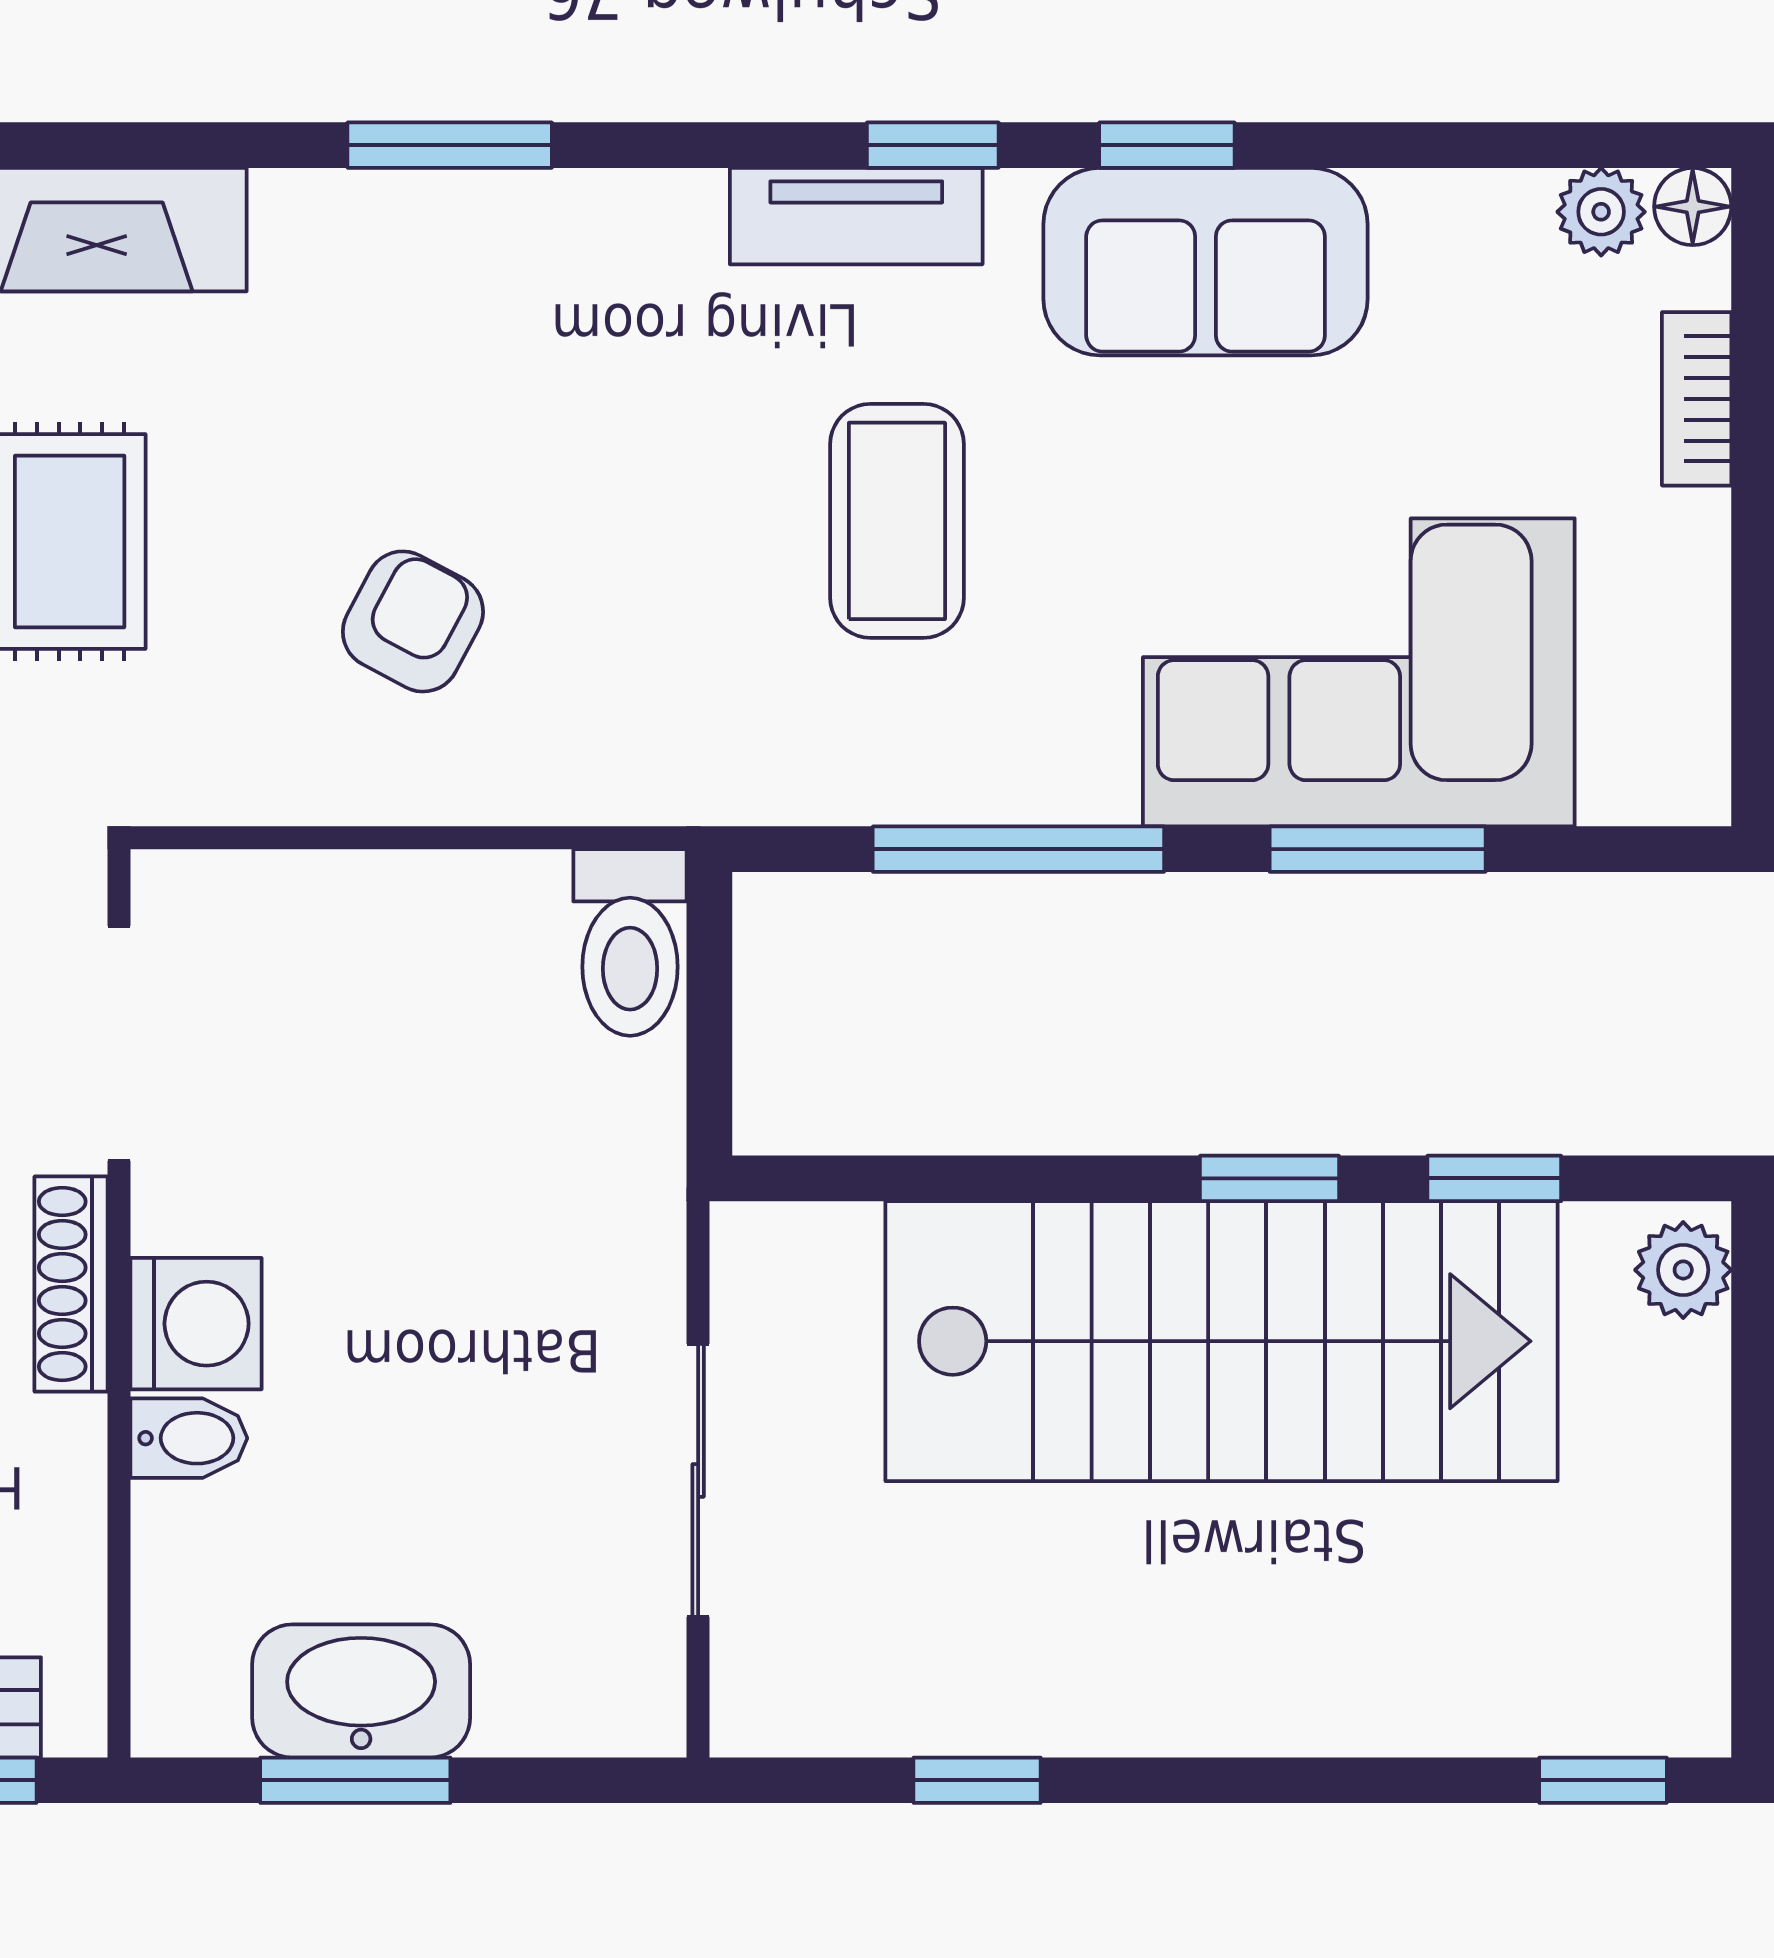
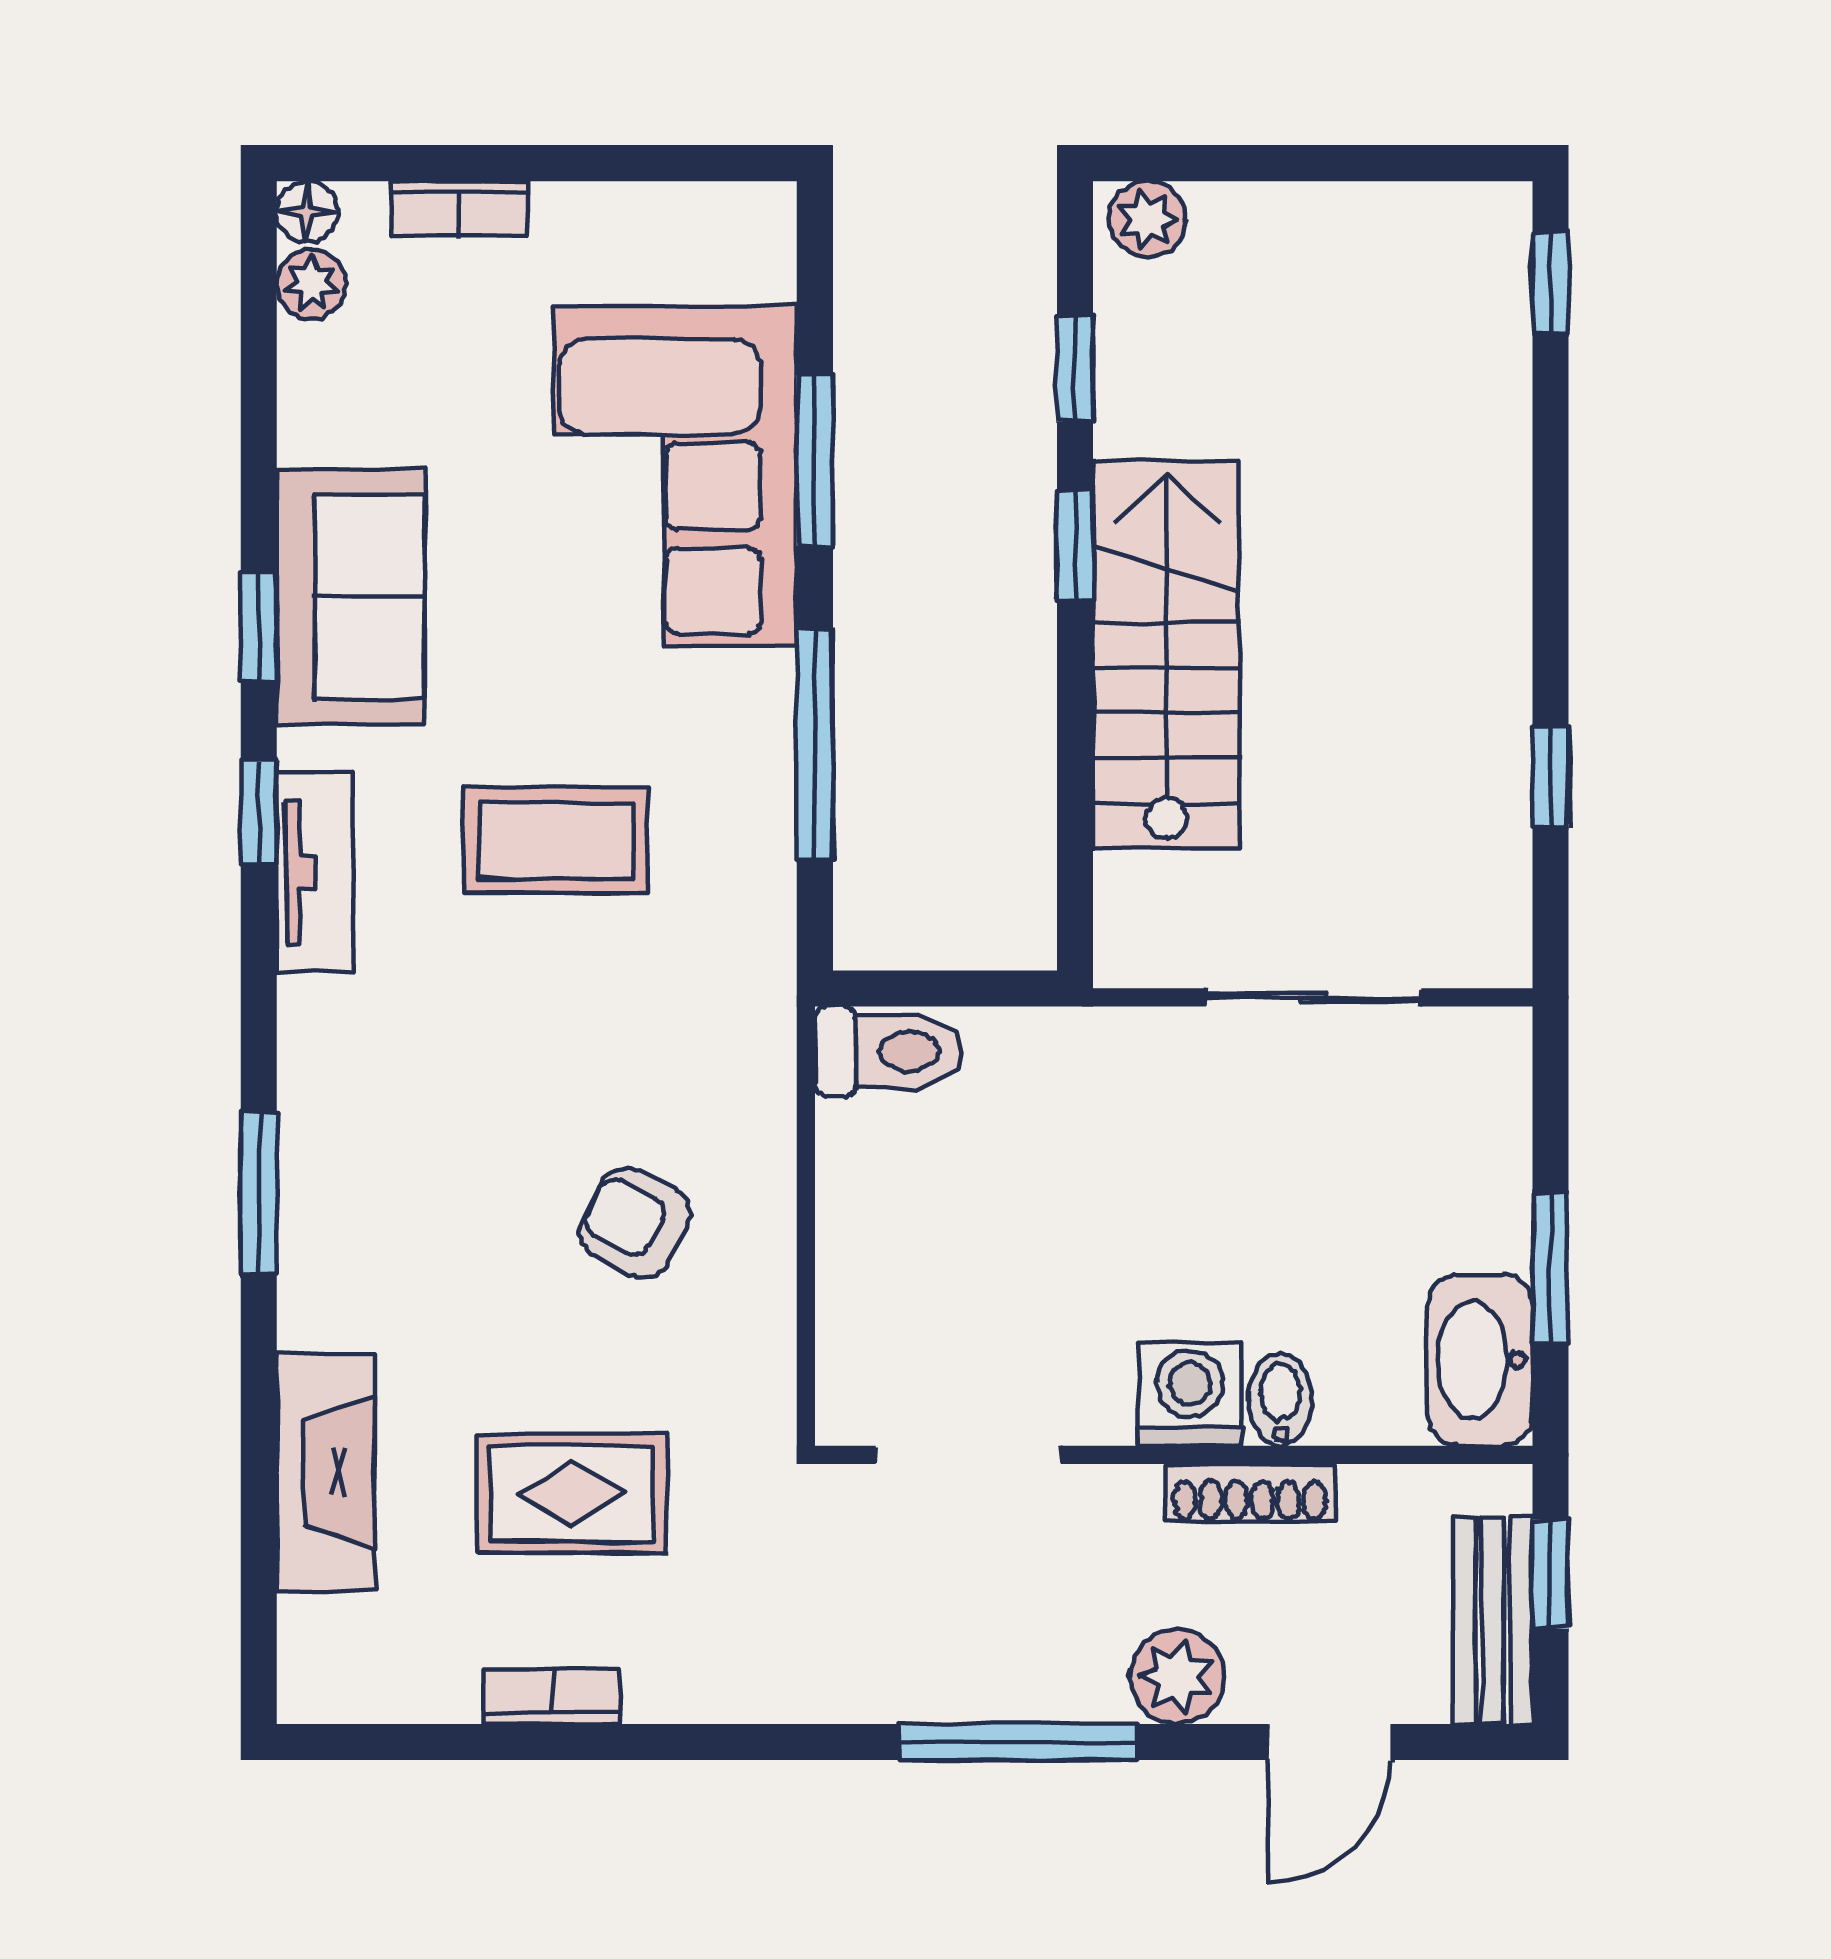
shoe rack: (71, 1284) -> (1250, 1493), moved
stairs: (1222, 1341) -> (1166, 655), width x0.73, depth x0.66
washbasin: (361, 1691) -> (1480, 1360), moved

